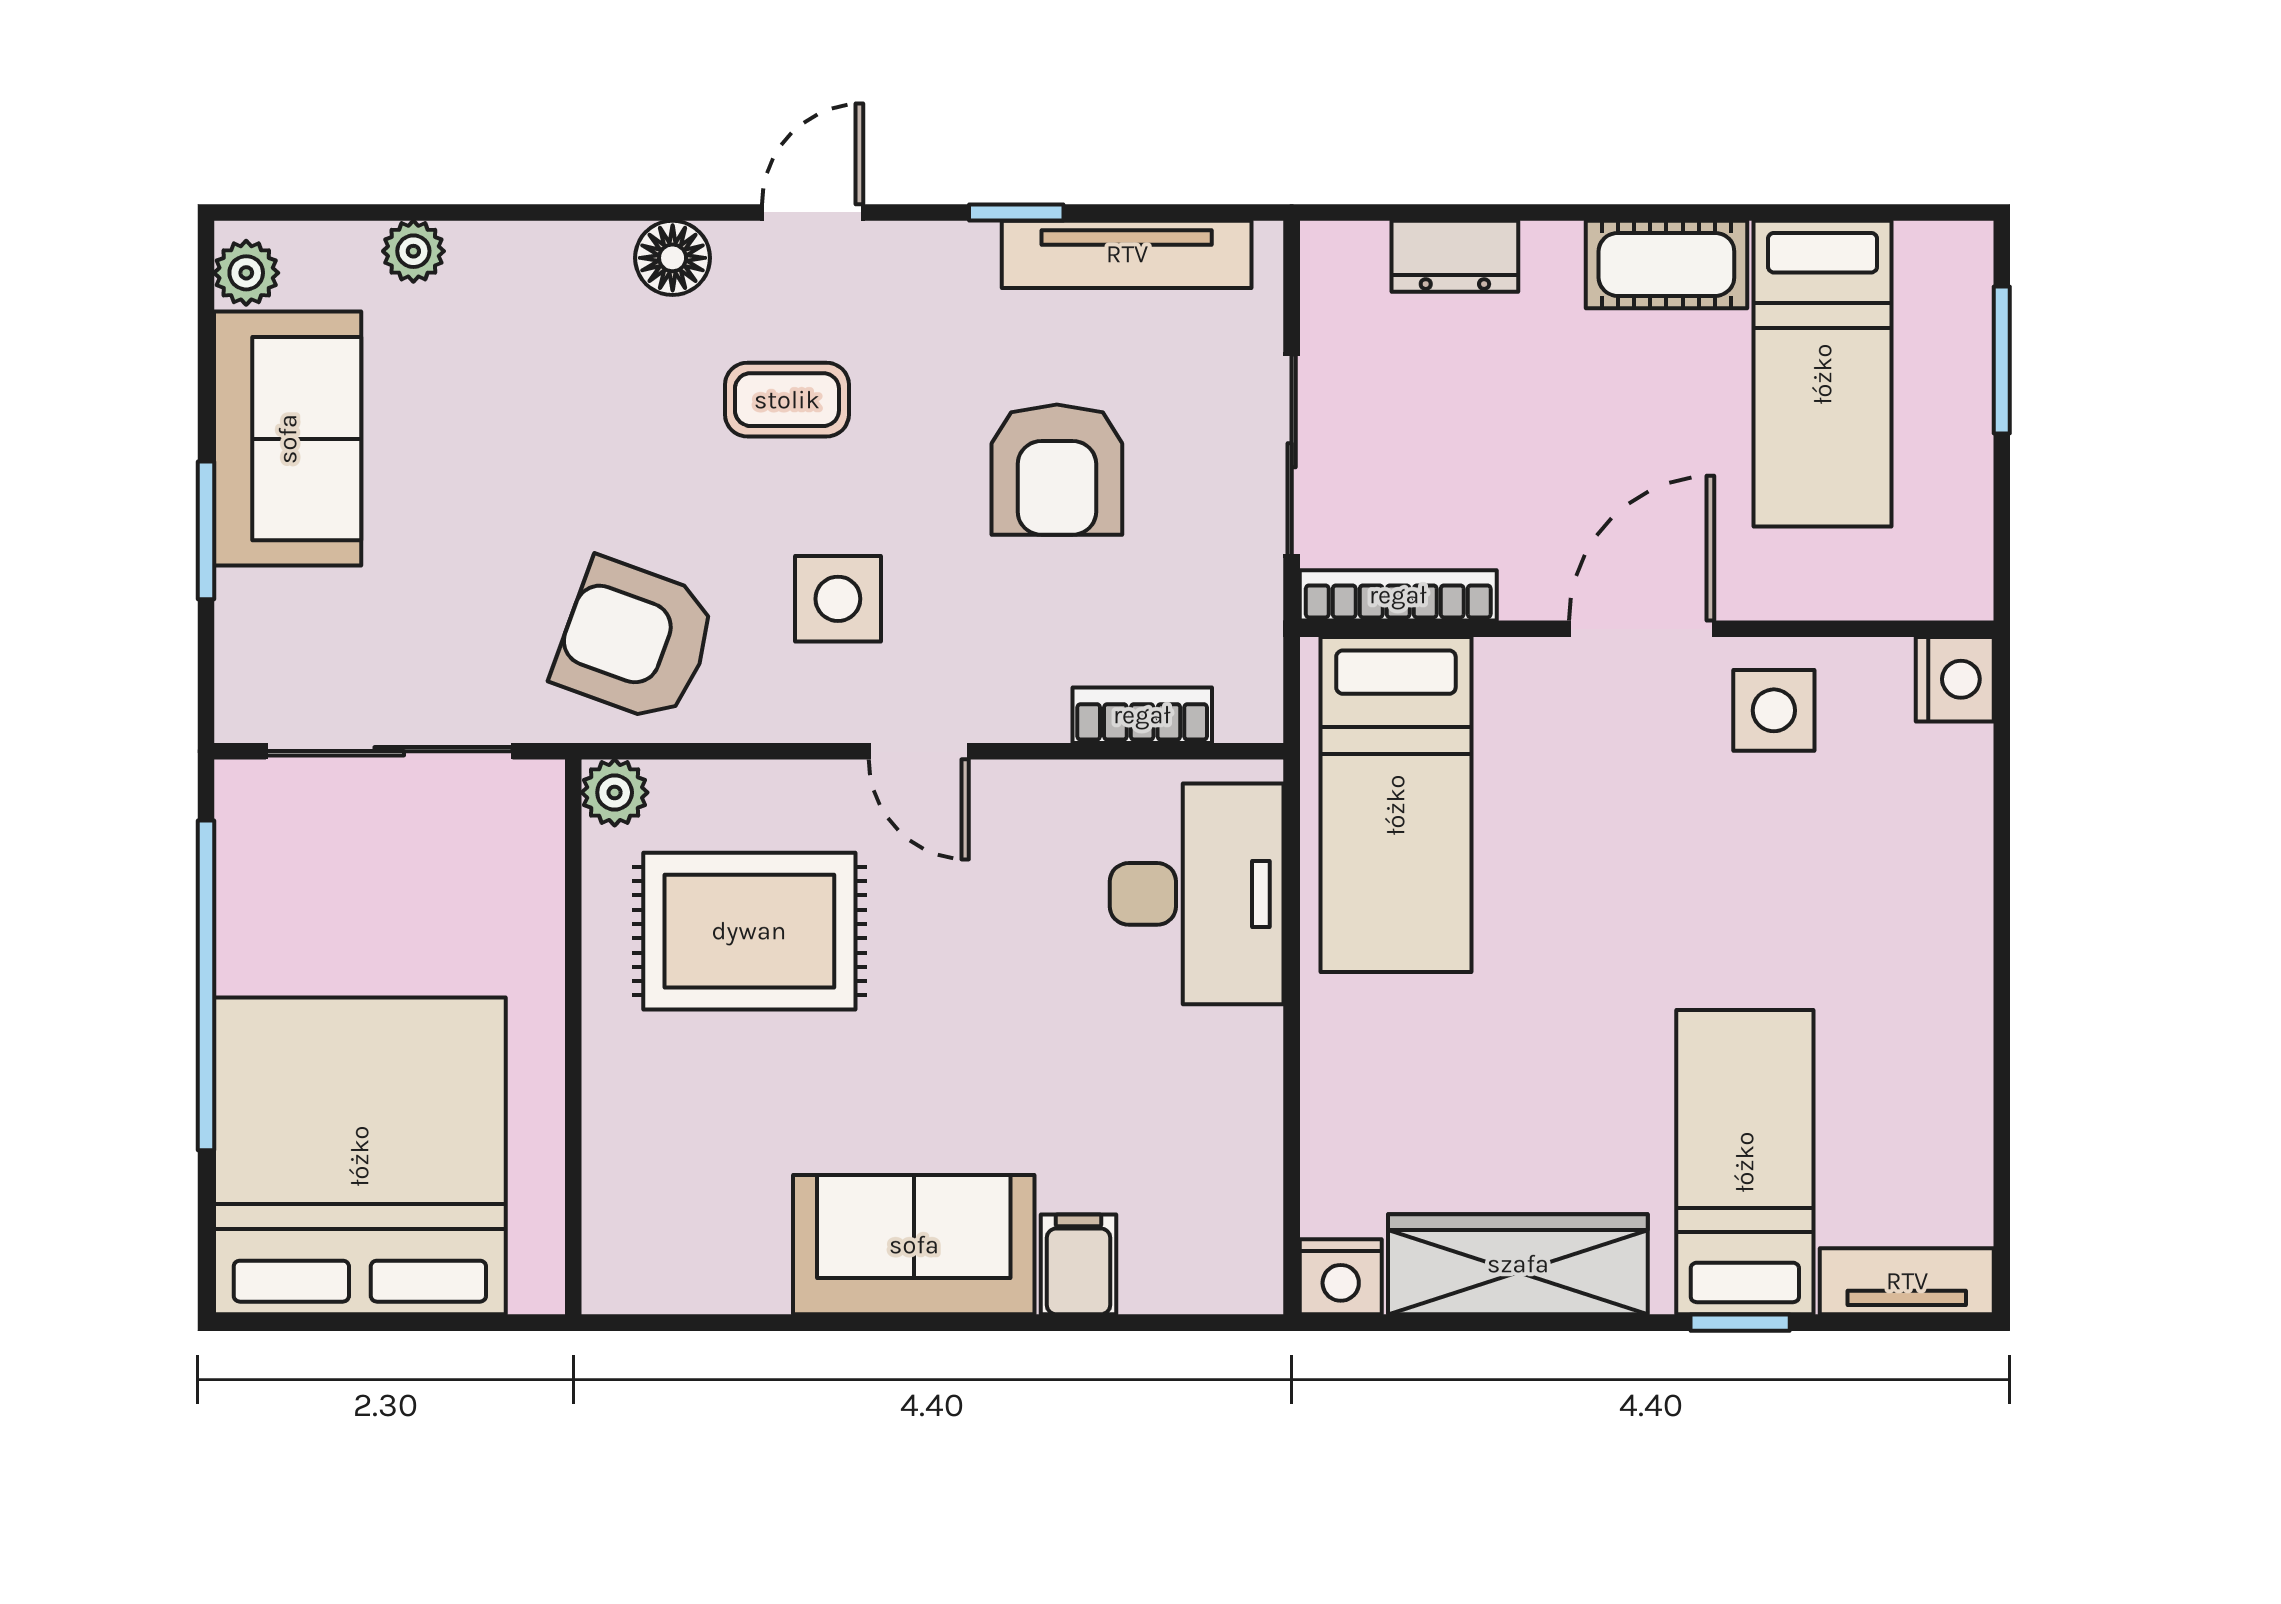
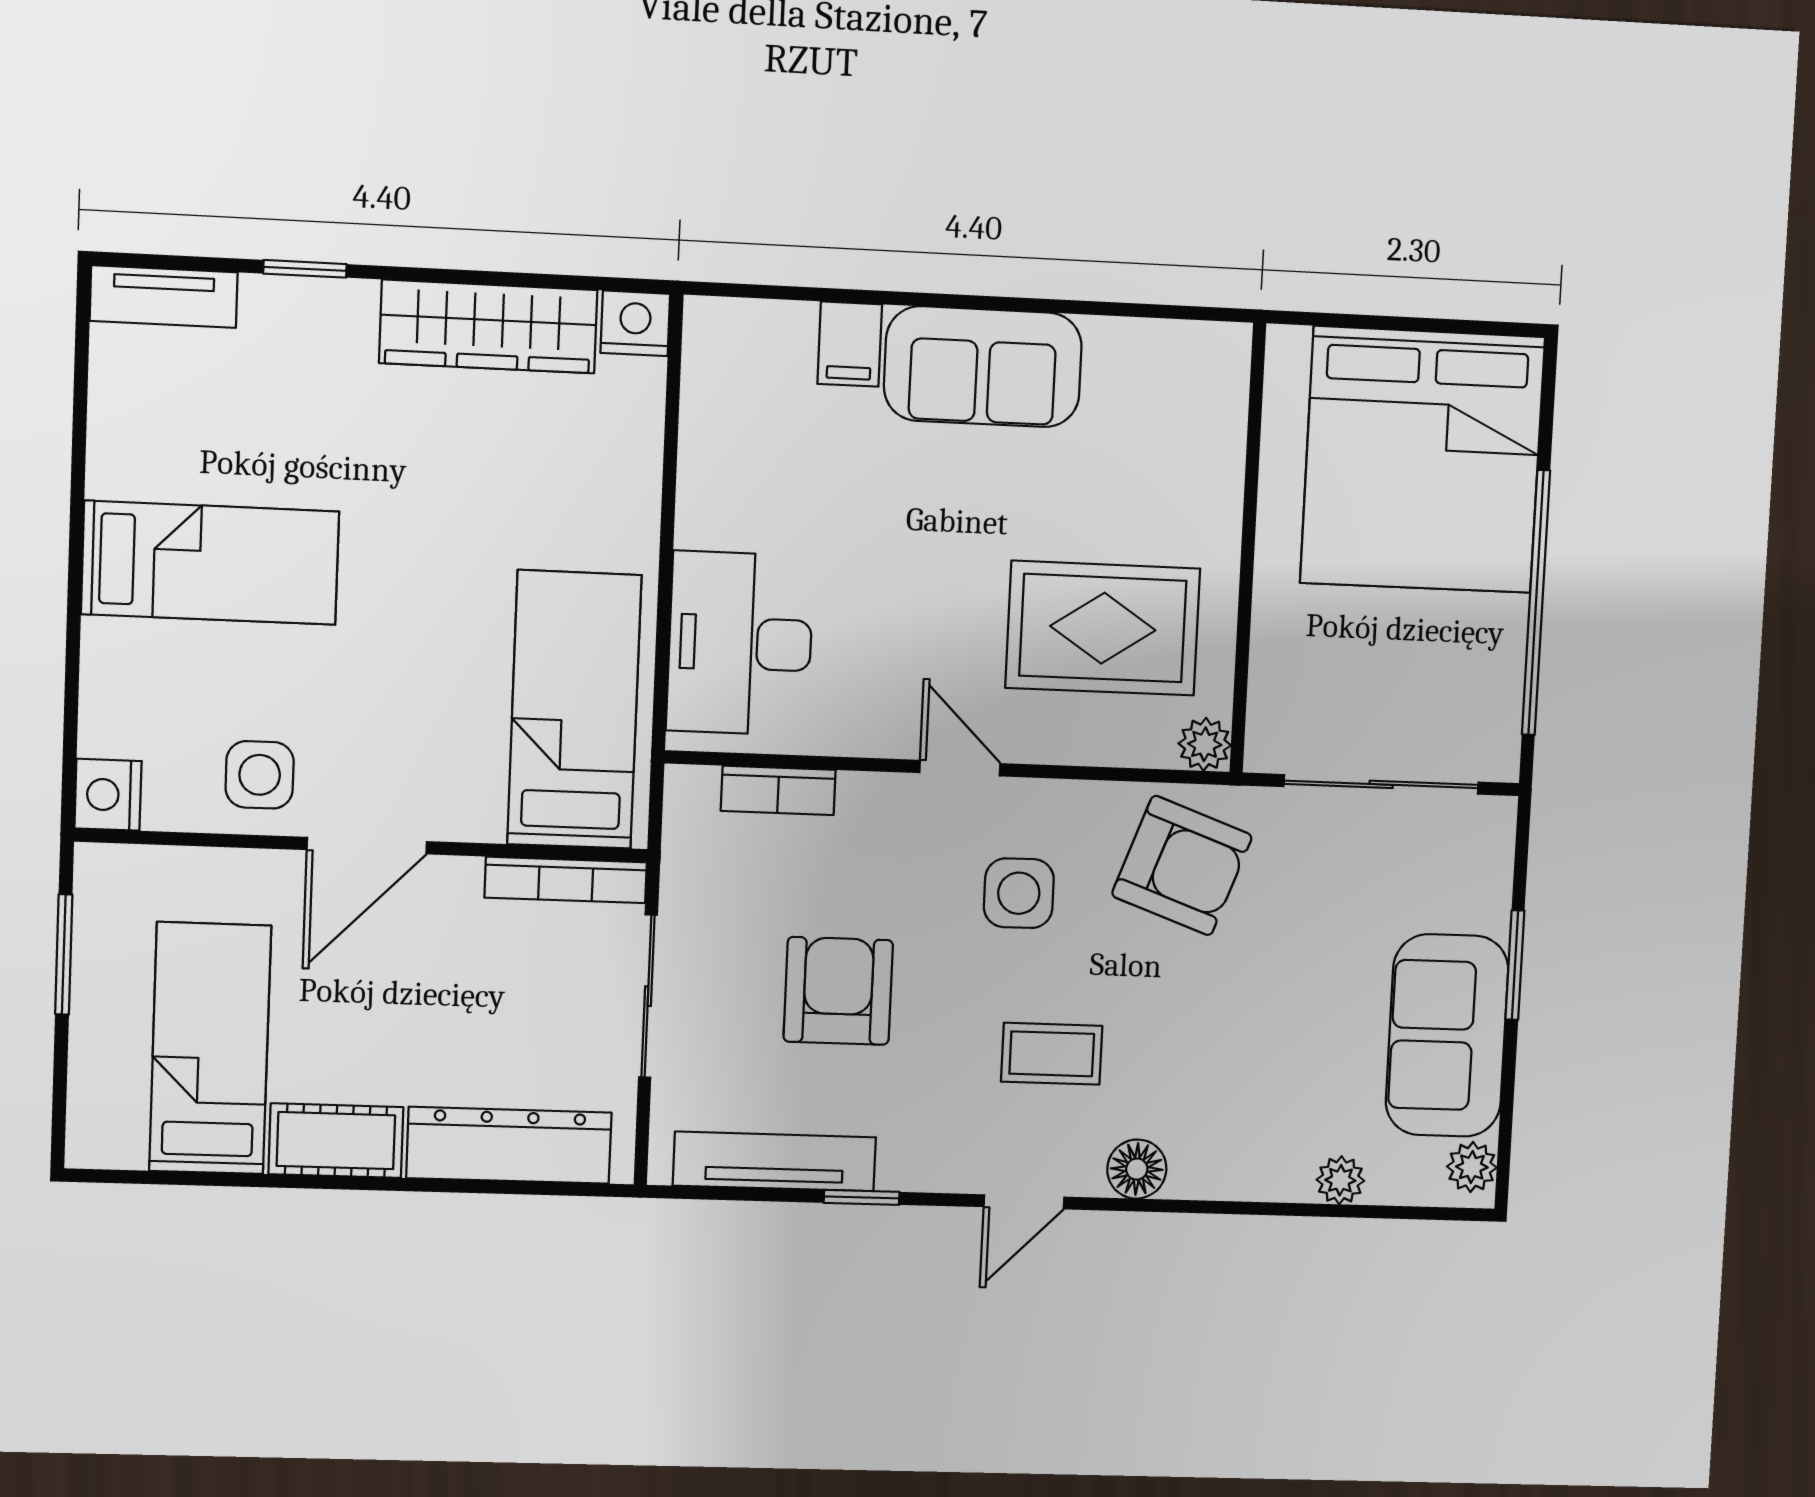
dresser: (1455, 256) -> (509, 1145), width x1.96, depth x1.24
window: (2002, 360) -> (64, 954), moved
bed: (1745, 1162) -> (210, 563), moved, turned -90

